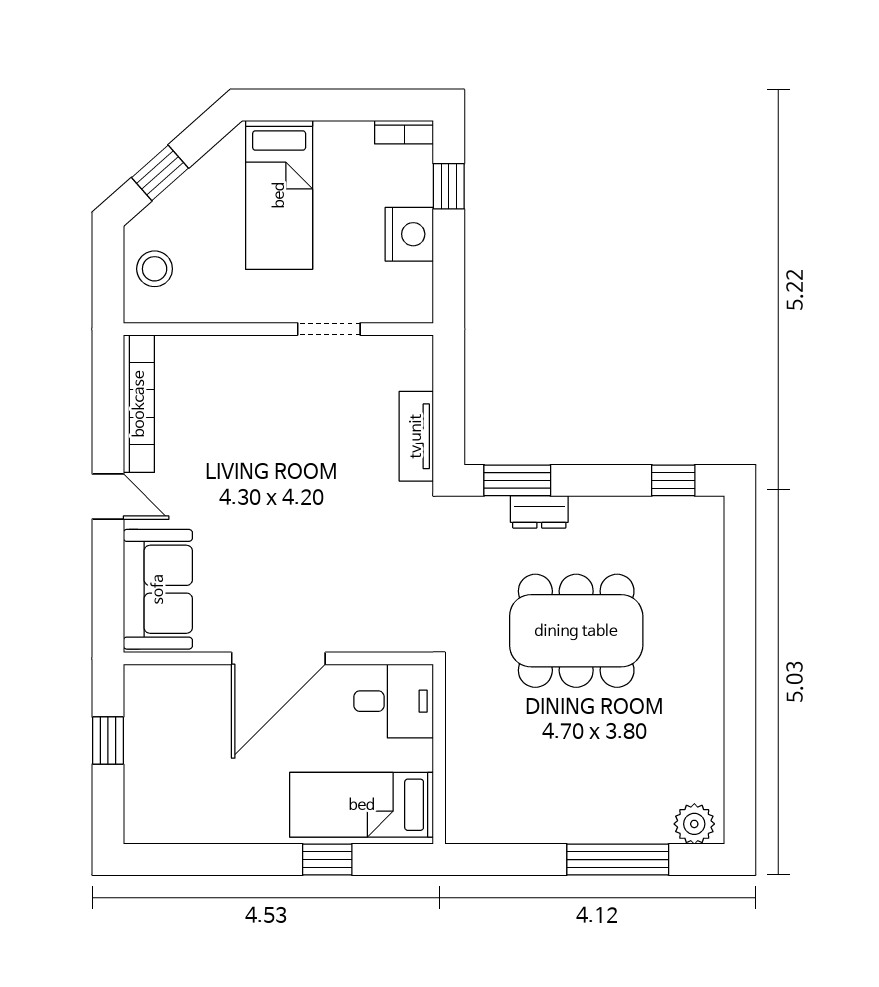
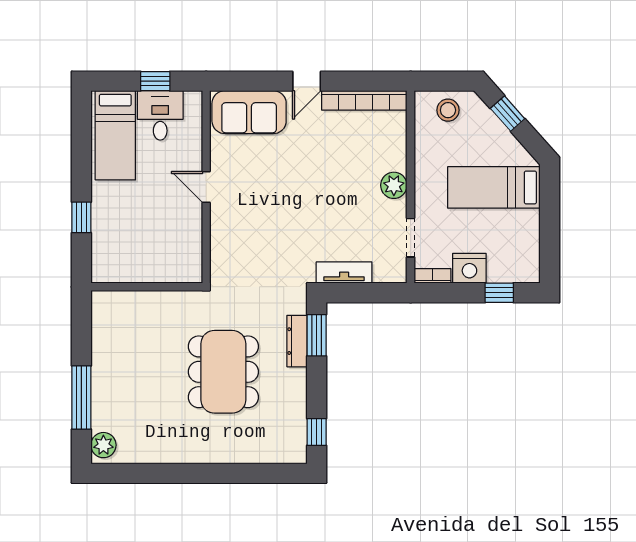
bookcase: (404, 132) -> (433, 276), moved, turned 90
doorway: (329, 329) -> (411, 238), moved
plant: (276, 356) -> (394, 185), added
dresser: (539, 512) -> (297, 341), width x1.44
door: (278, 658) -> (206, 187), width x0.53
desk: (394, 701) -> (160, 115), moved, turned 180
bed: (362, 805) -> (115, 135), moved, turned 180

